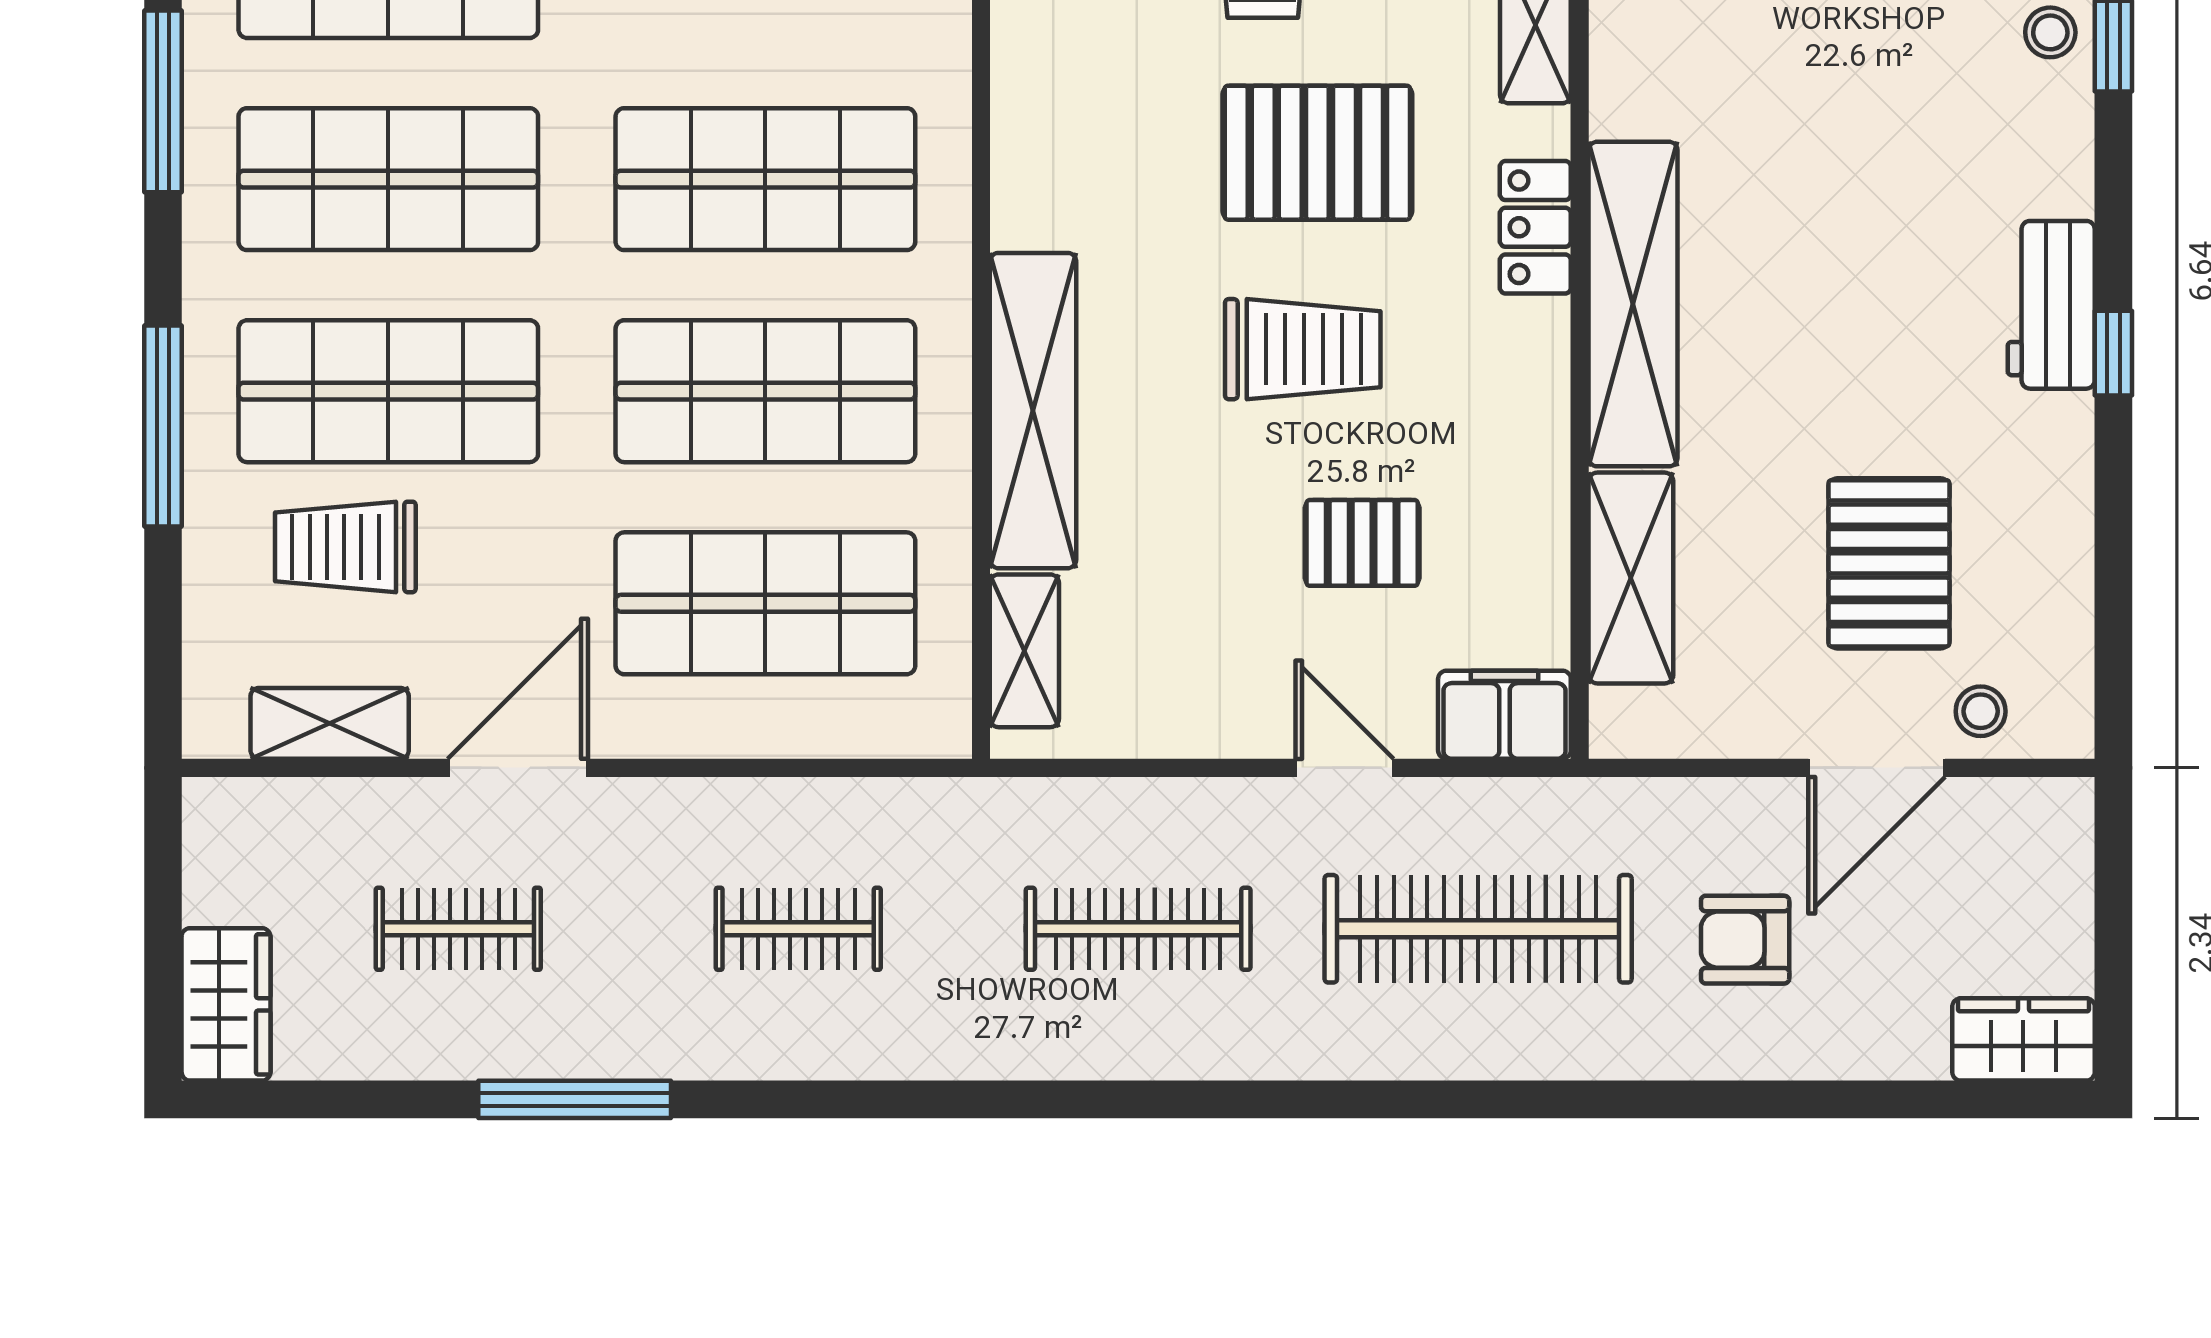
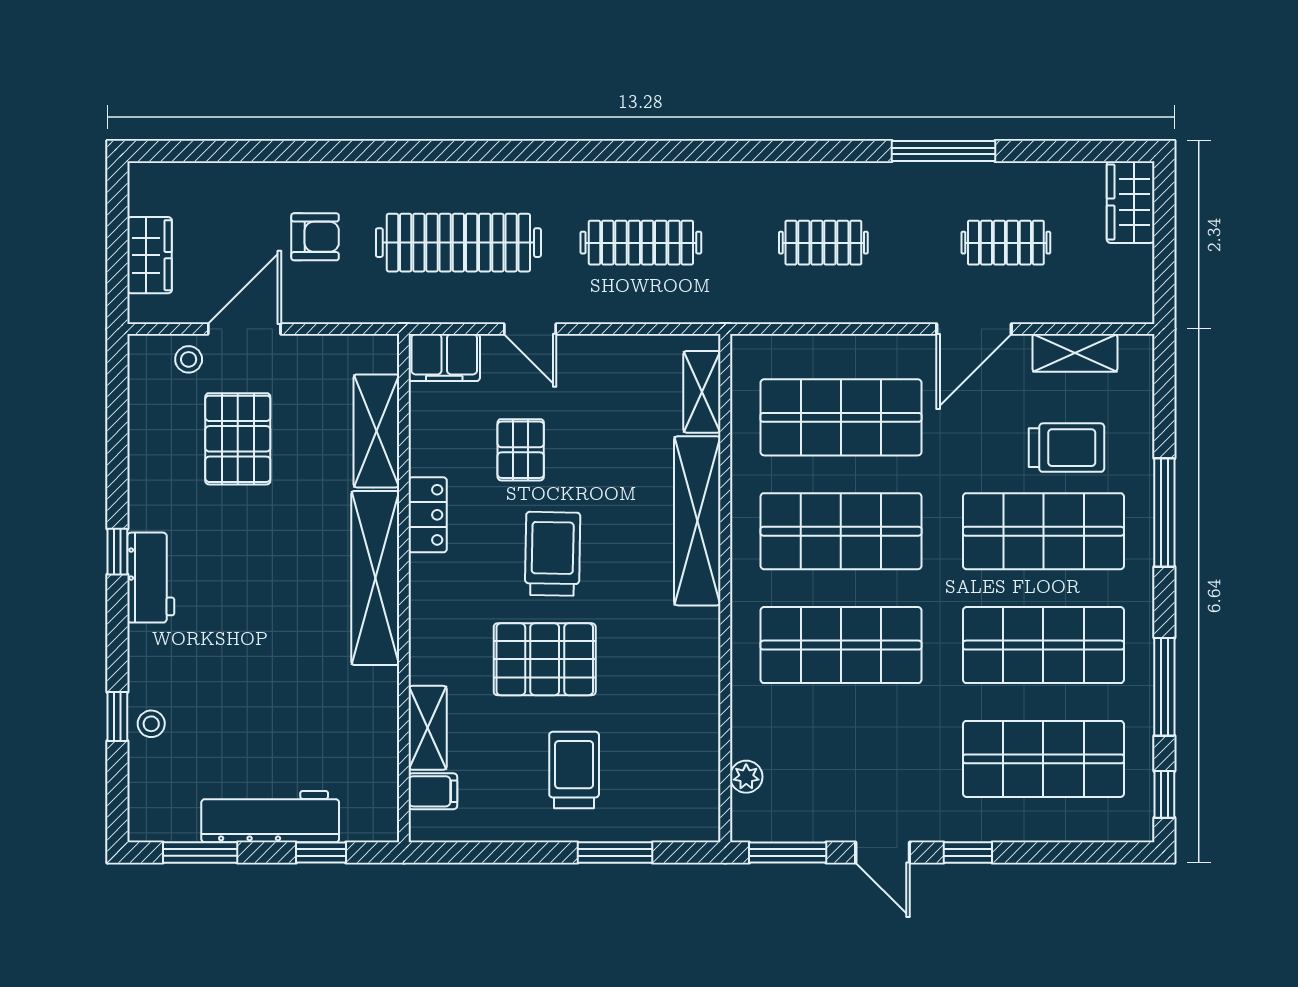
locker: (1535, 227) -> (428, 515), moved
trolley: (1303, 349) -> (553, 554), turned 91
pallet: (1362, 543) -> (521, 450), turned 90
wardrobe: (2023, 1039) -> (150, 255), moved, turned -90

